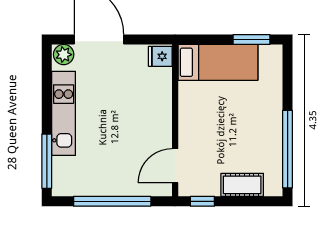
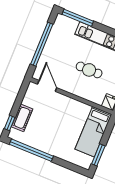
cafe table: (122, 109) -> (89, 70), added
window: (202, 201) -> (10, 123), moved

